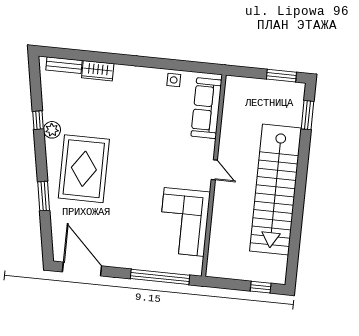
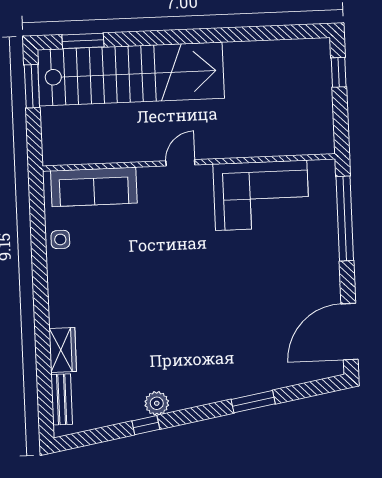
rug: (84, 169) -> (206, 350), removed
stairs: (276, 189) -> (131, 74), moved

